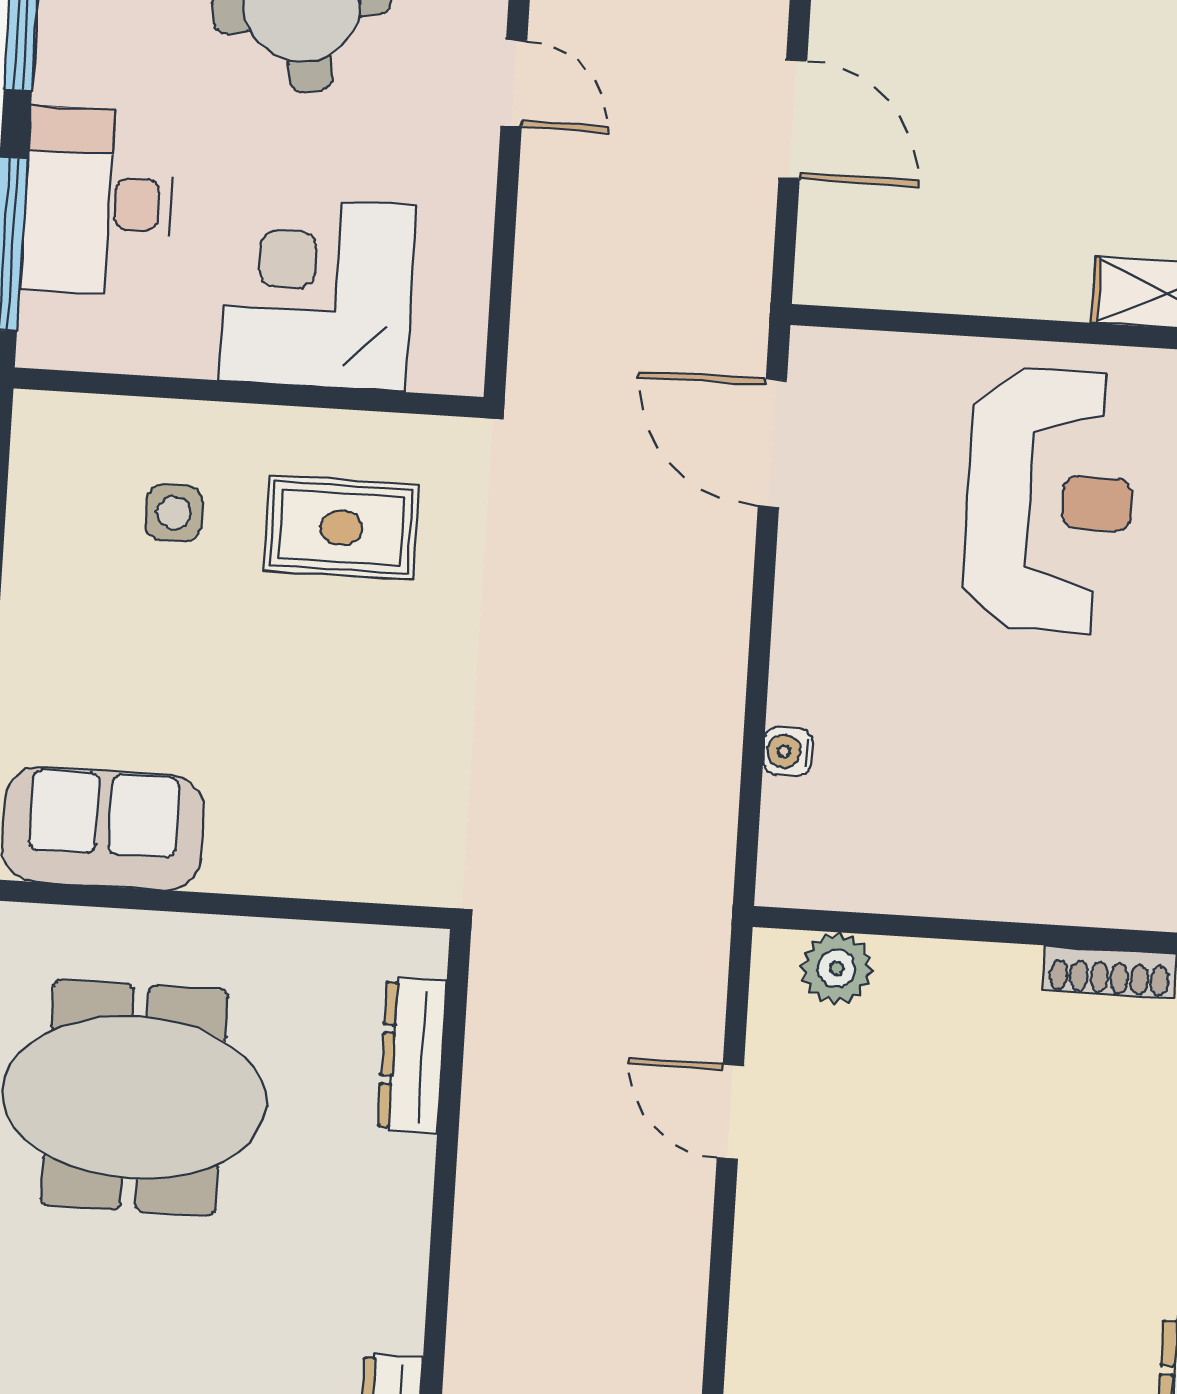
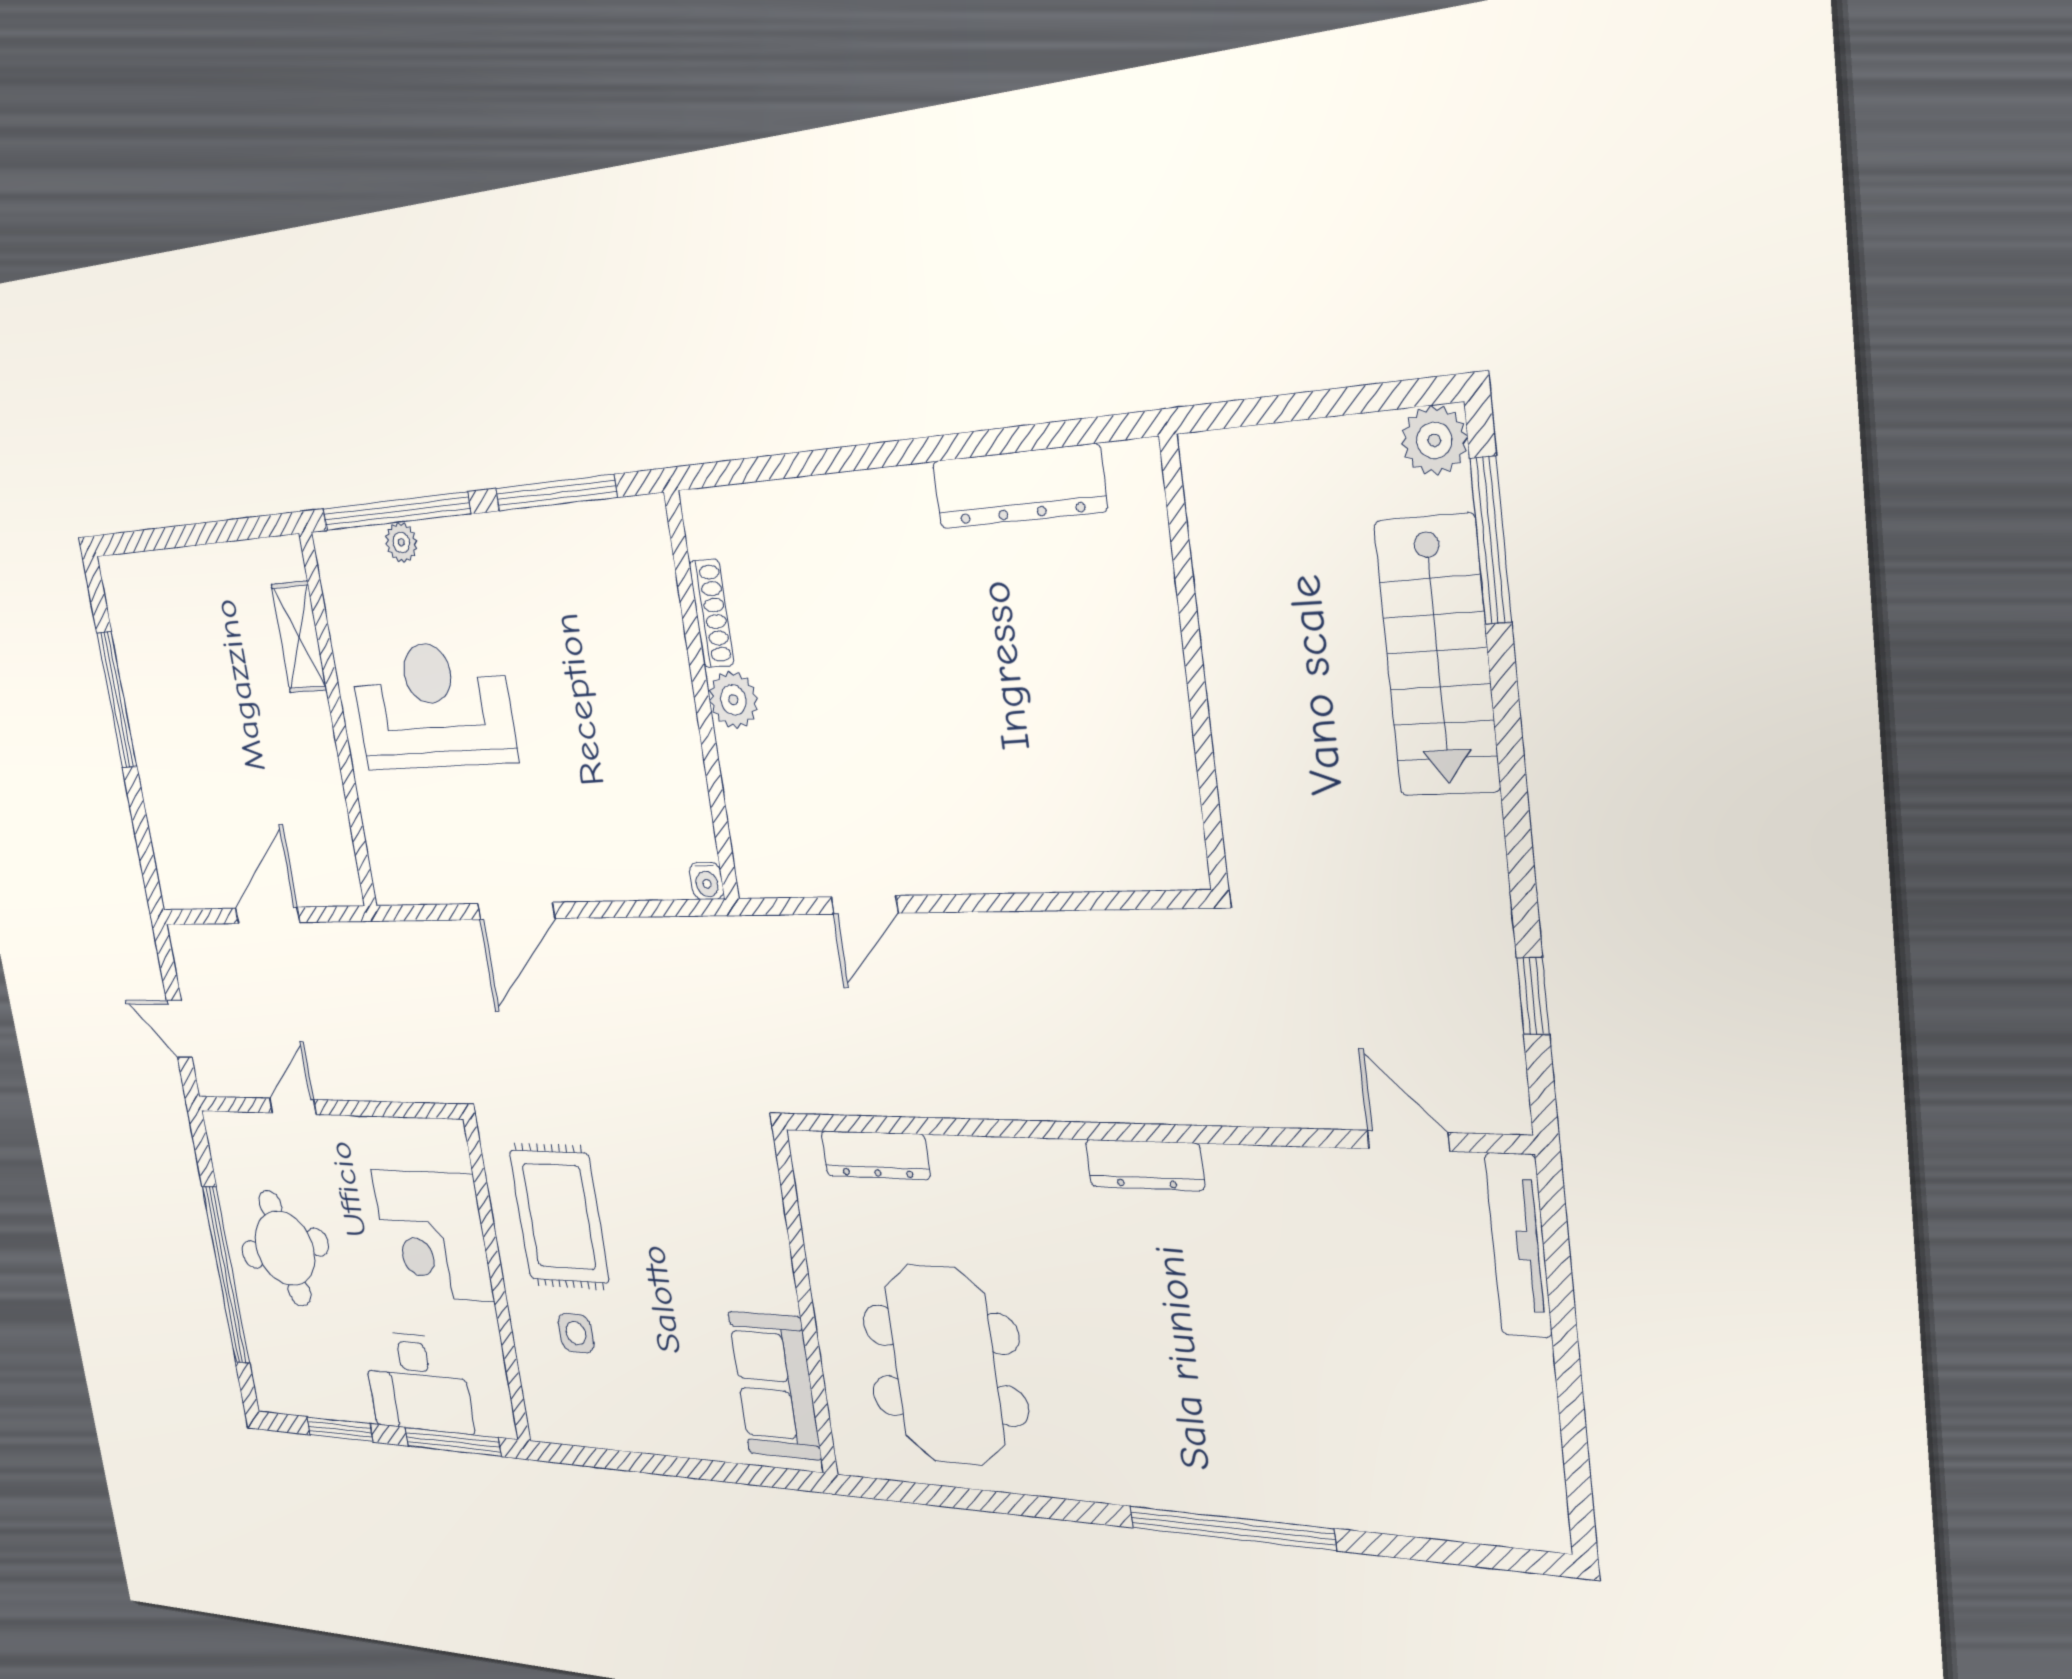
door: (772, 443) -> (516, 911), moved
rug: (341, 528) -> (559, 1216), width x1.36, depth x1.43
water cooler: (788, 751) -> (707, 881), moved
plant: (837, 968) -> (733, 700), moved

